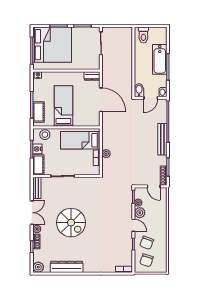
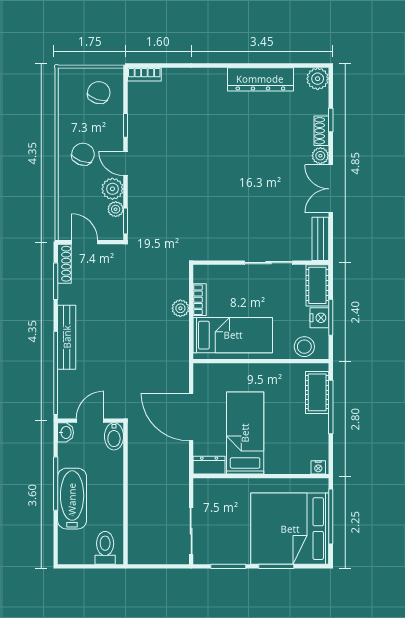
bed: (63, 106) -> (245, 433), moved, turned 180
spiral stairs: (71, 223) -> (251, 169), removed
chair: (147, 243) -> (83, 154), moved

